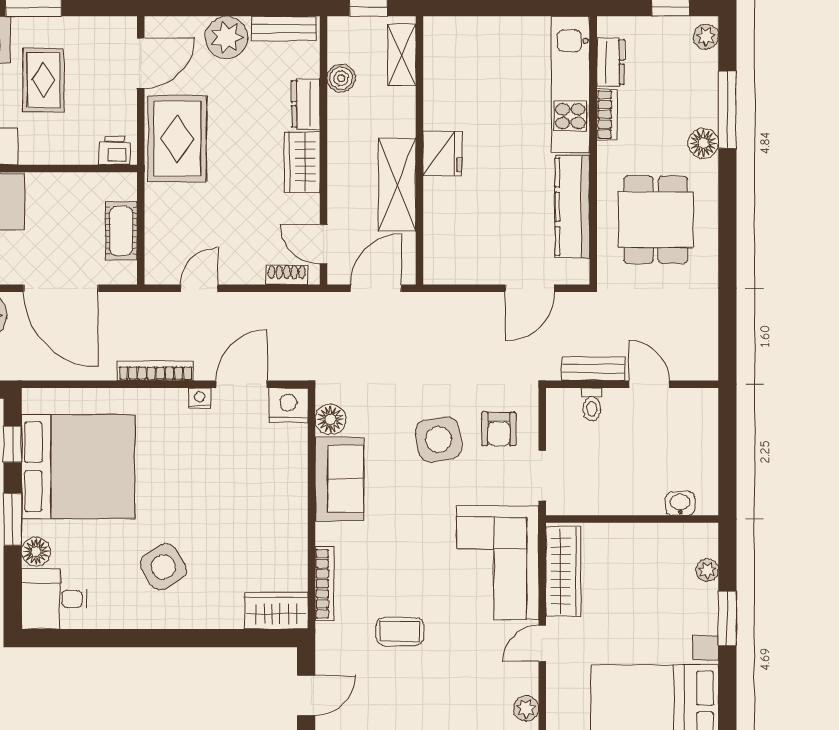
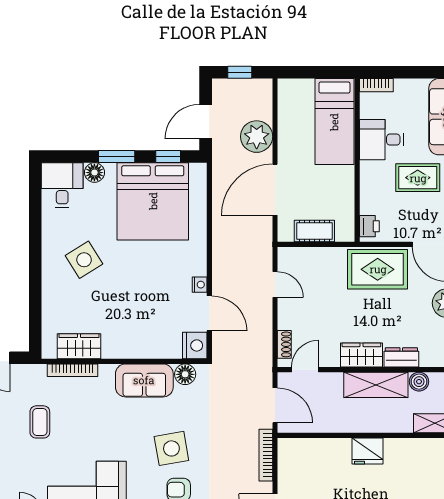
shelving: (397, 185) -> (376, 385), moved
bookcase: (156, 371) -> (266, 455), moved, turned 180
wardrobe: (276, 611) -> (79, 346), moved, turned -90

